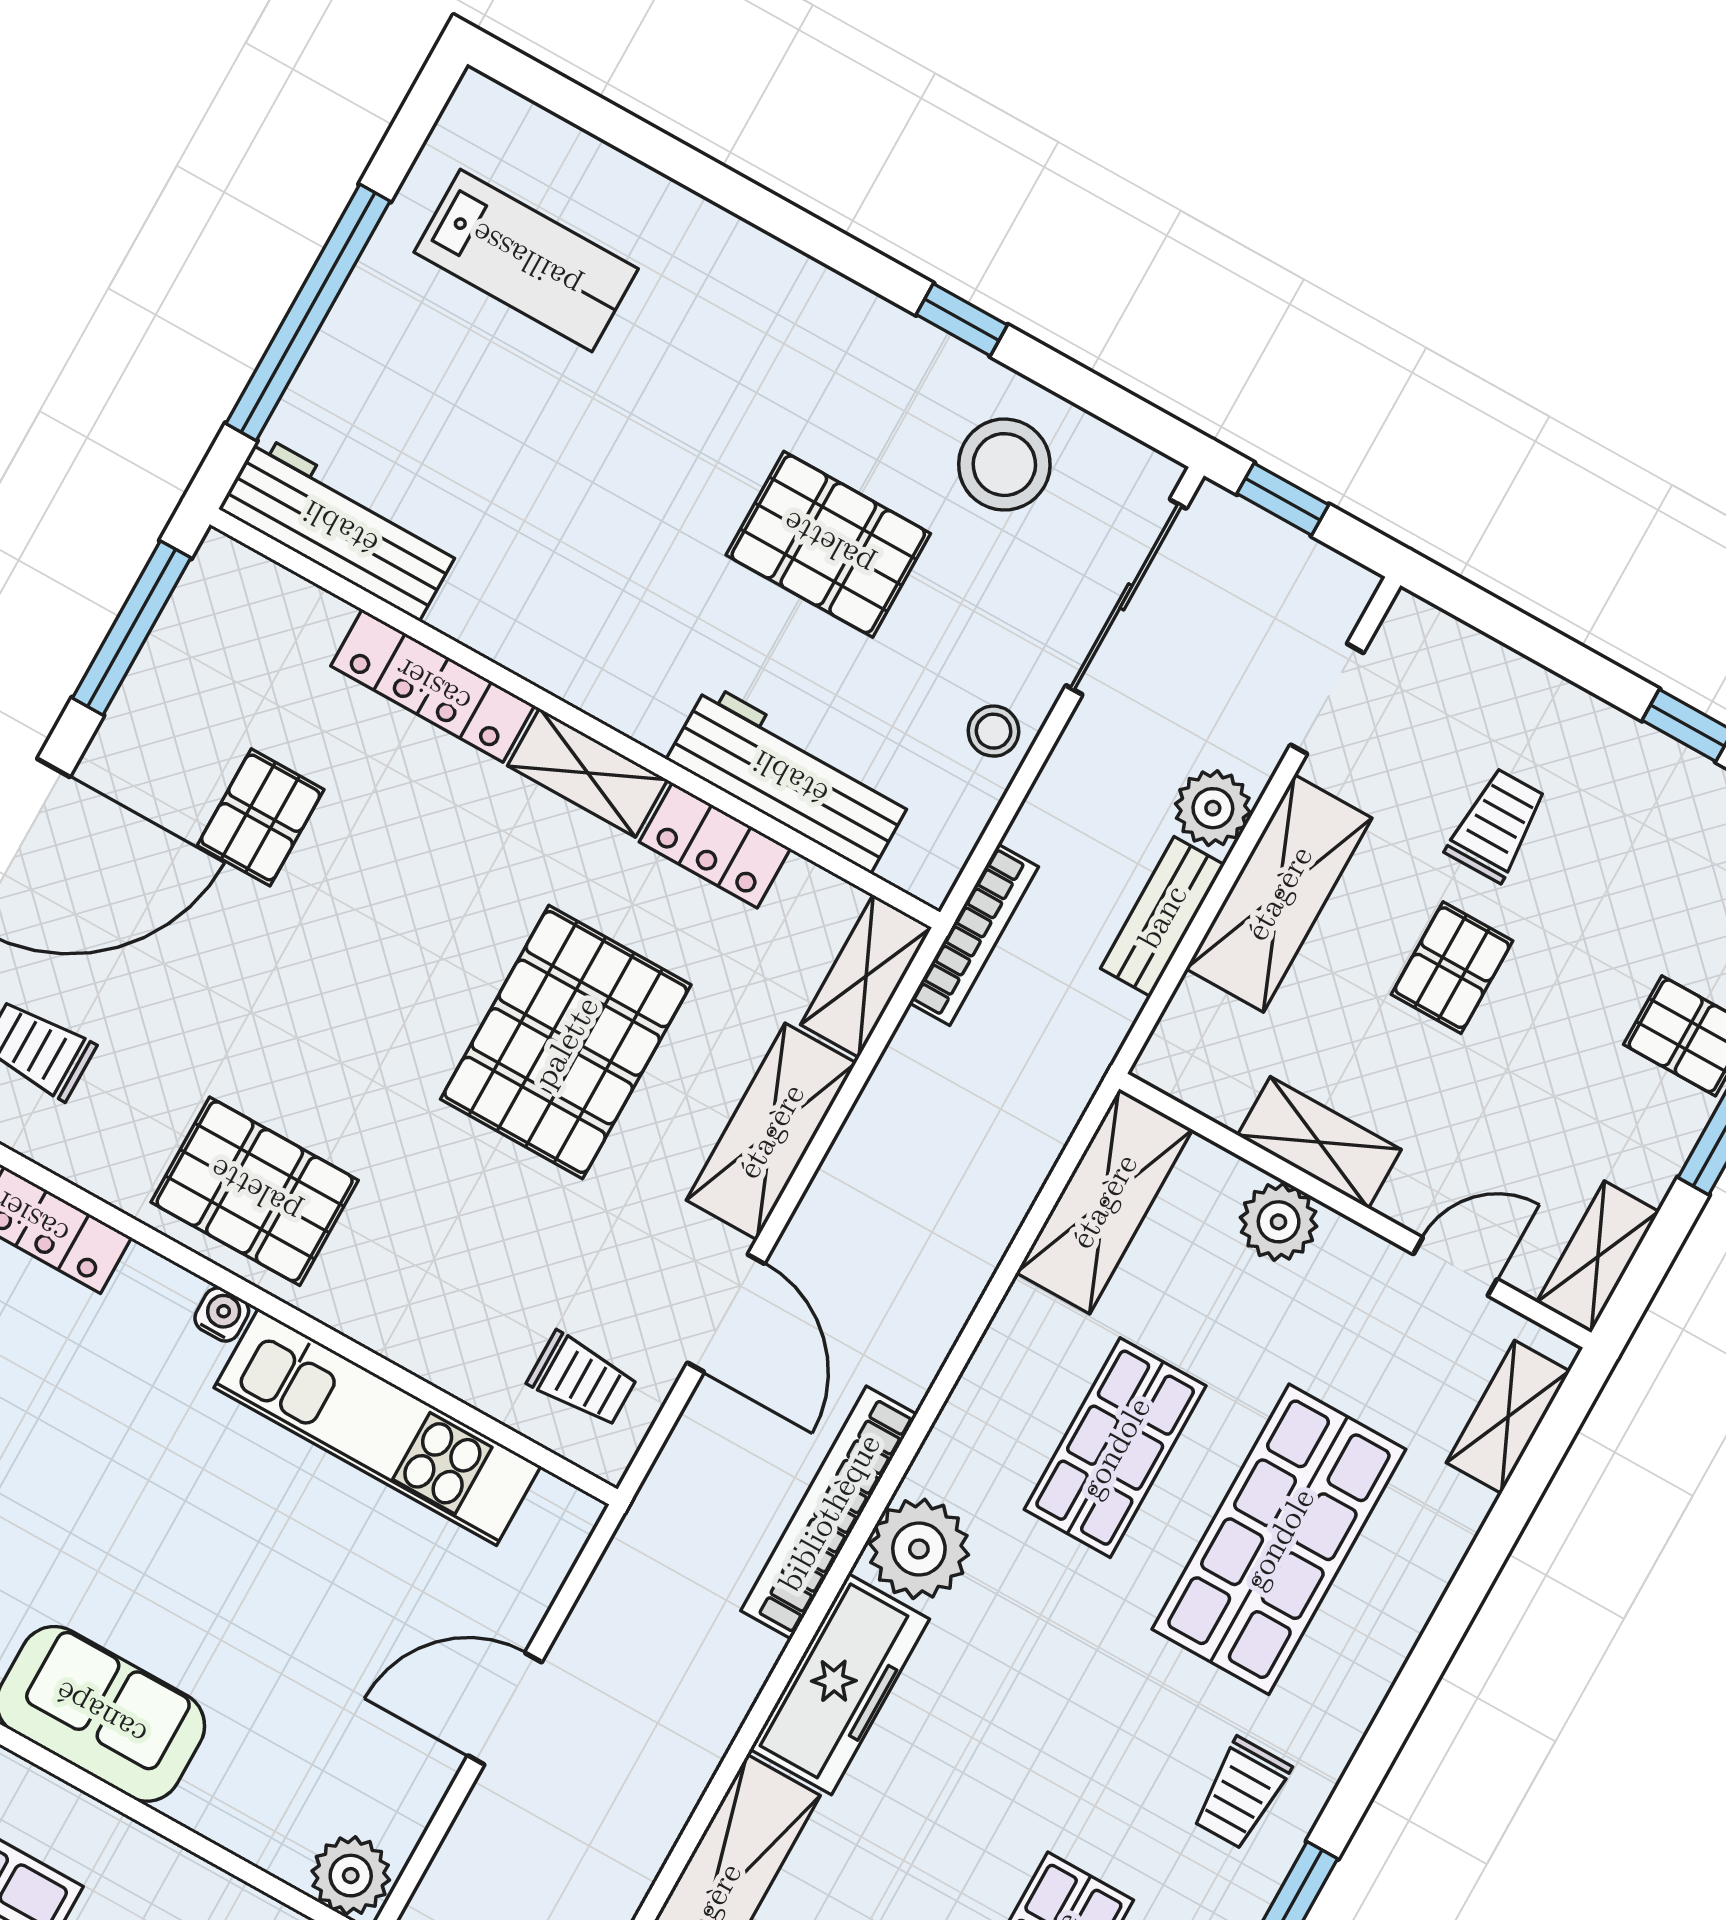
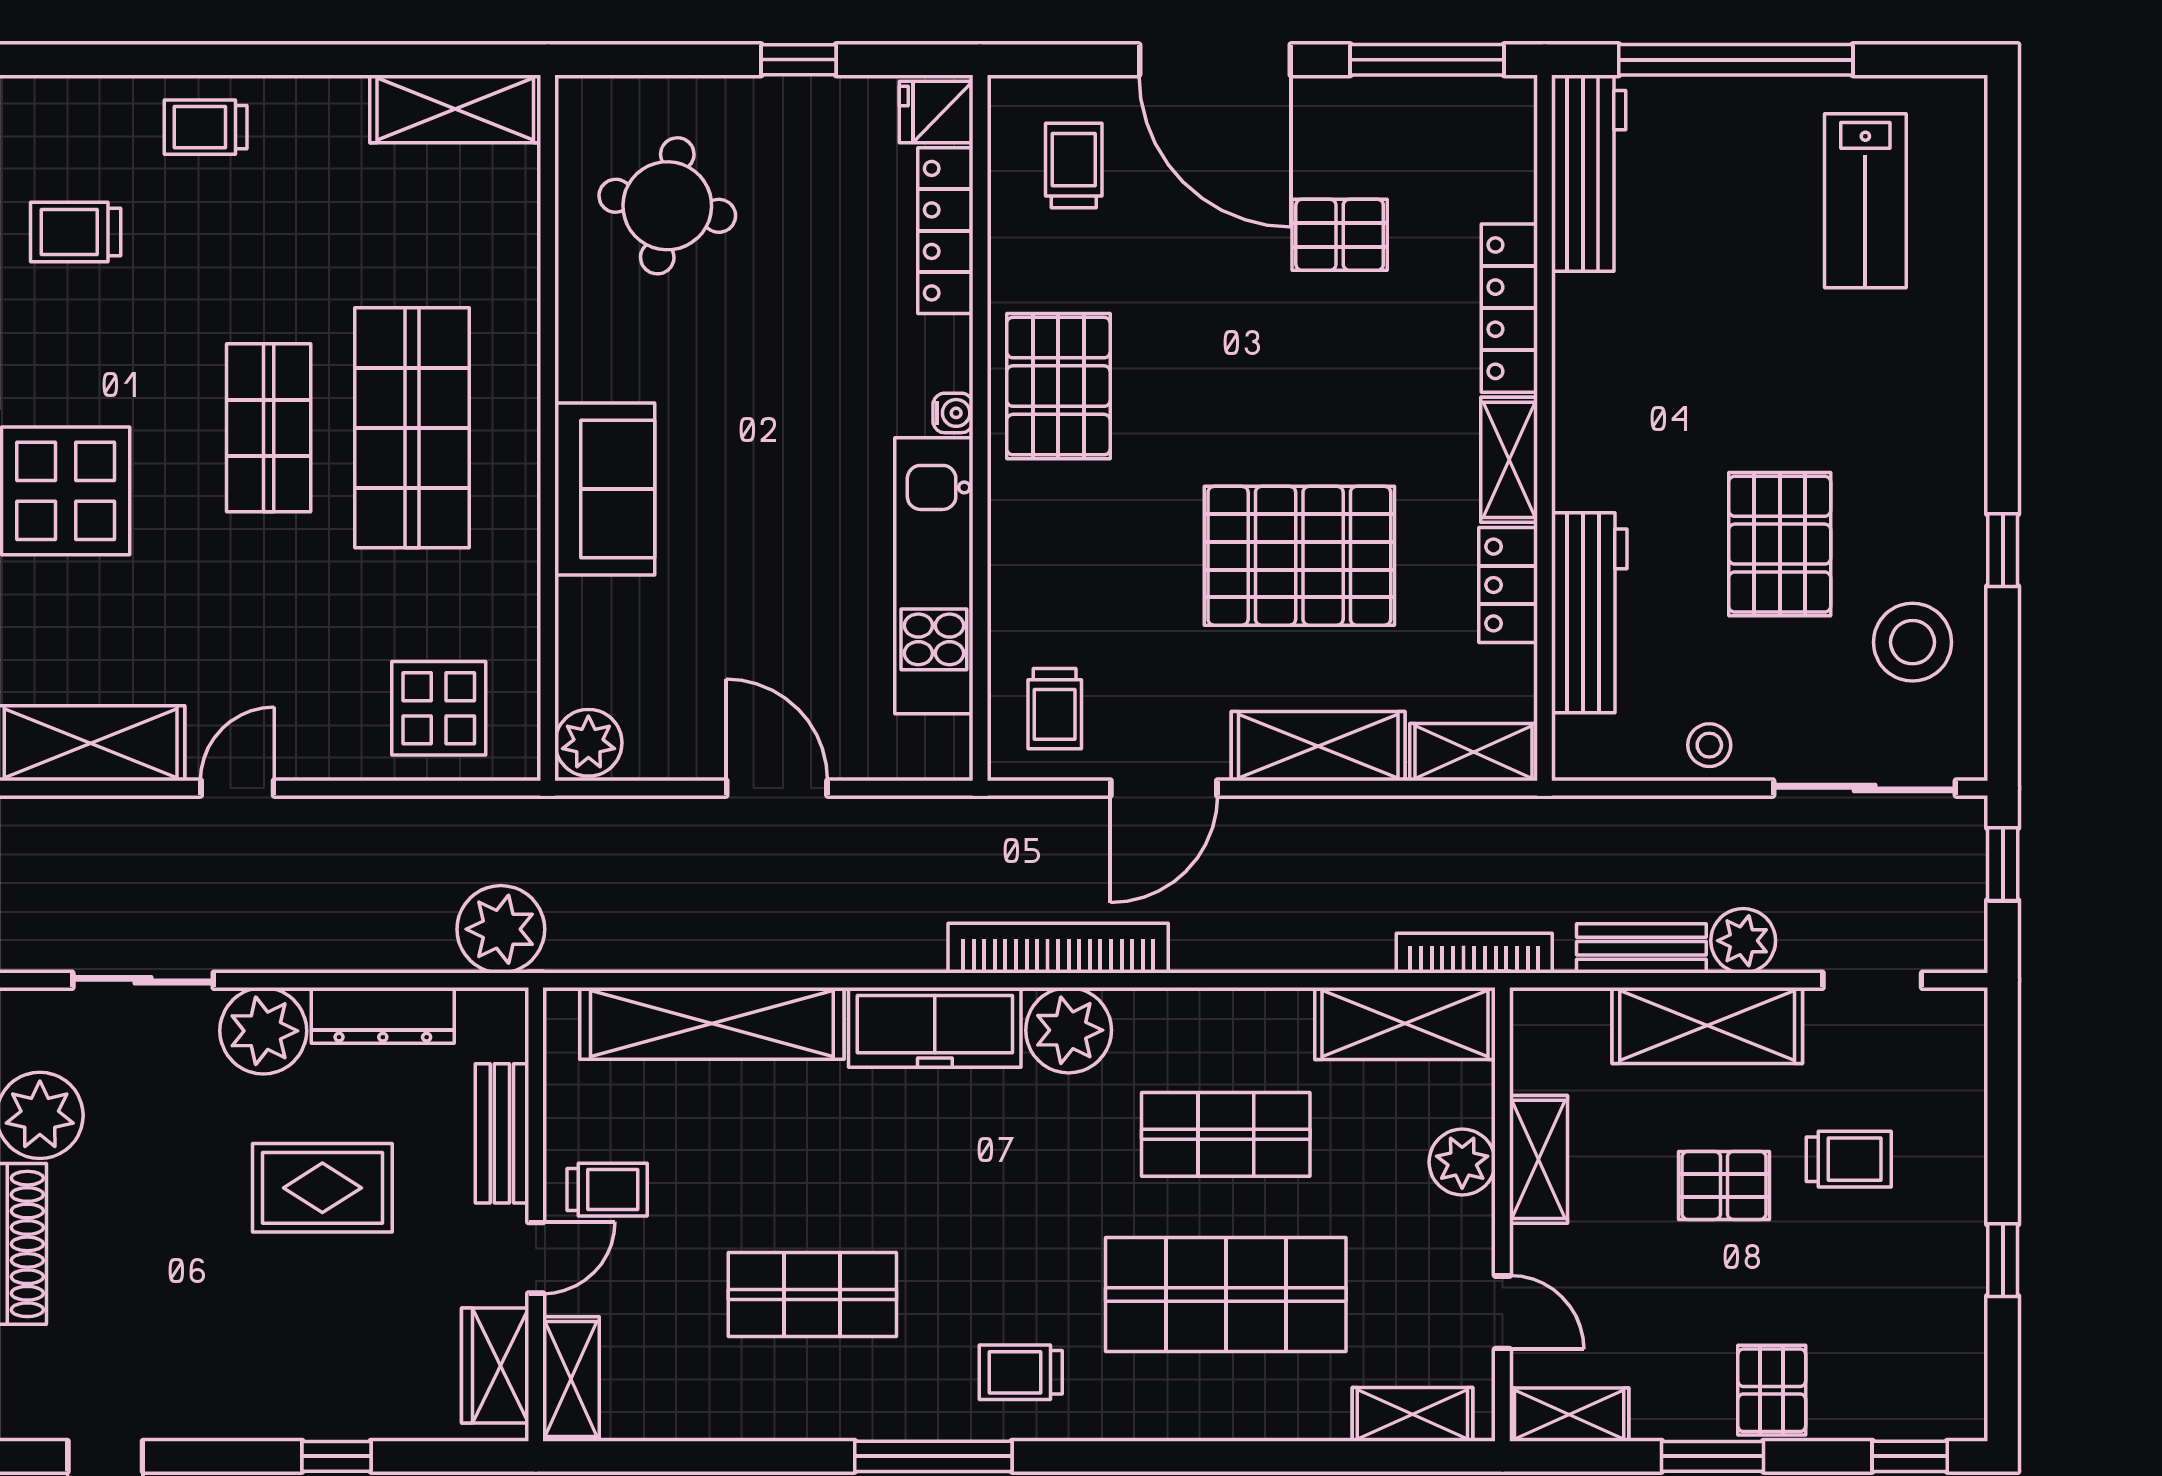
bookcase: (974, 935) -> (1474, 953), moved, turned 180

